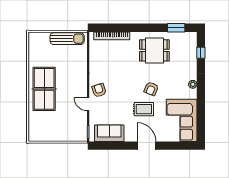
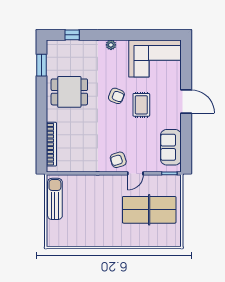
dining table: (154, 50) -> (69, 92), turned 90
table tennis table: (44, 89) -> (149, 210), moved
door: (147, 146) -> (186, 102), swing flipped

